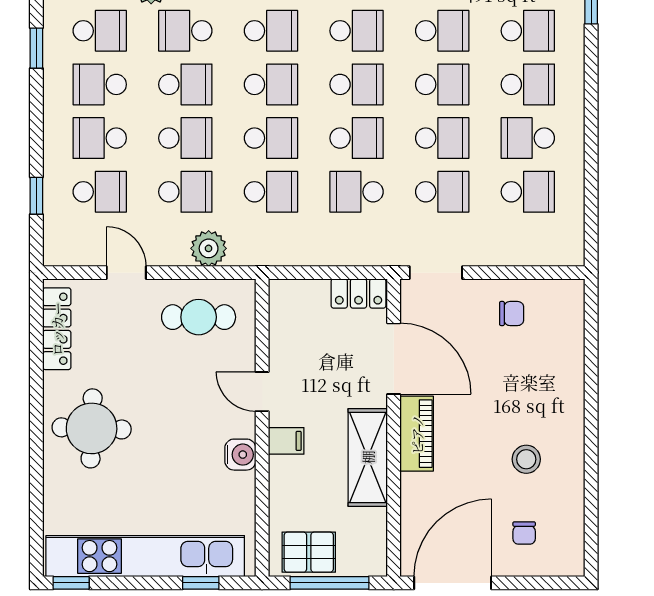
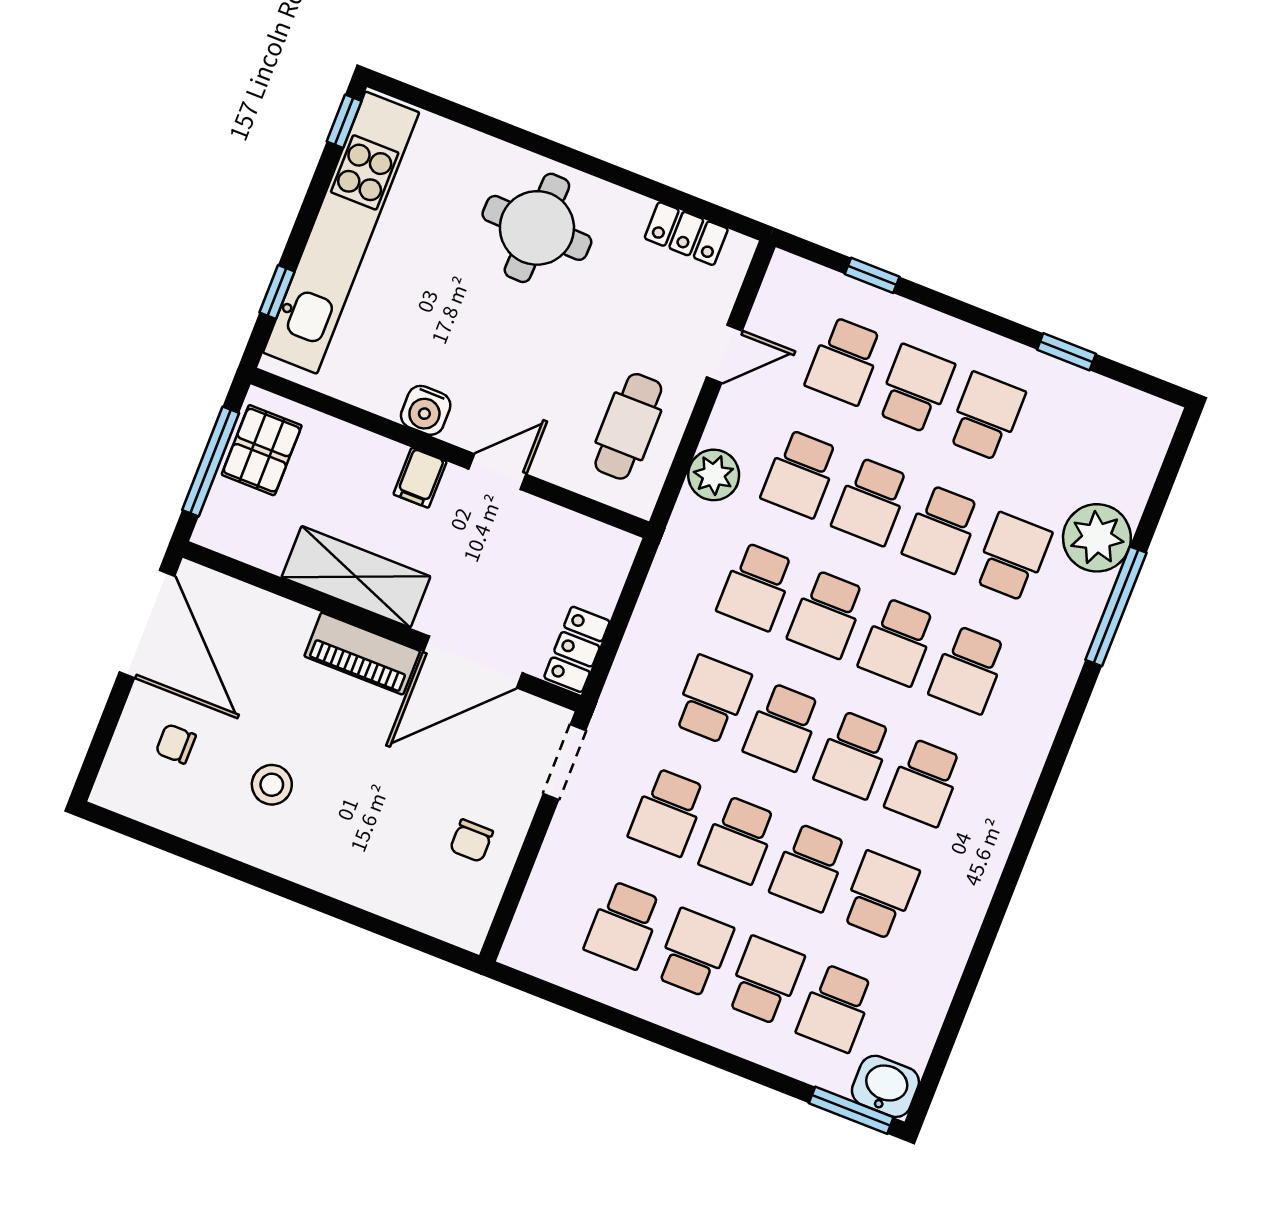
school desk: (100, 31) -> (1057, 444), removed
school desk: (442, 31) -> (880, 895), turned 180
school desk: (528, 84) -> (765, 980), turned 180
locker: (57, 329) -> (686, 234), width x0.66

